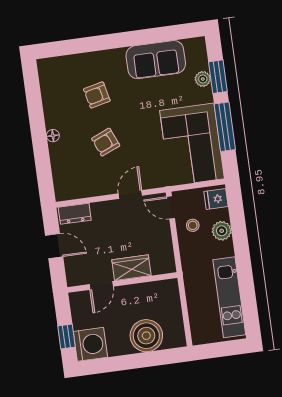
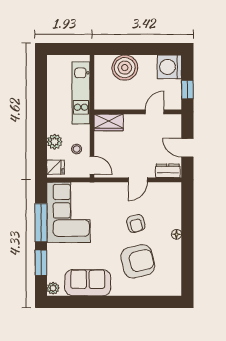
plant: (203, 79) -> (53, 288), moved
armchair: (97, 95) -> (138, 261), width x1.88, depth x1.88
armchair: (106, 142) -> (136, 224), turned 98
door: (130, 195) -> (138, 180), moved
wardrobe: (131, 268) -> (109, 122), moved
kitchen unit: (229, 297) -> (81, 93), moved, turned 180
window: (66, 337) -> (187, 90), moved

